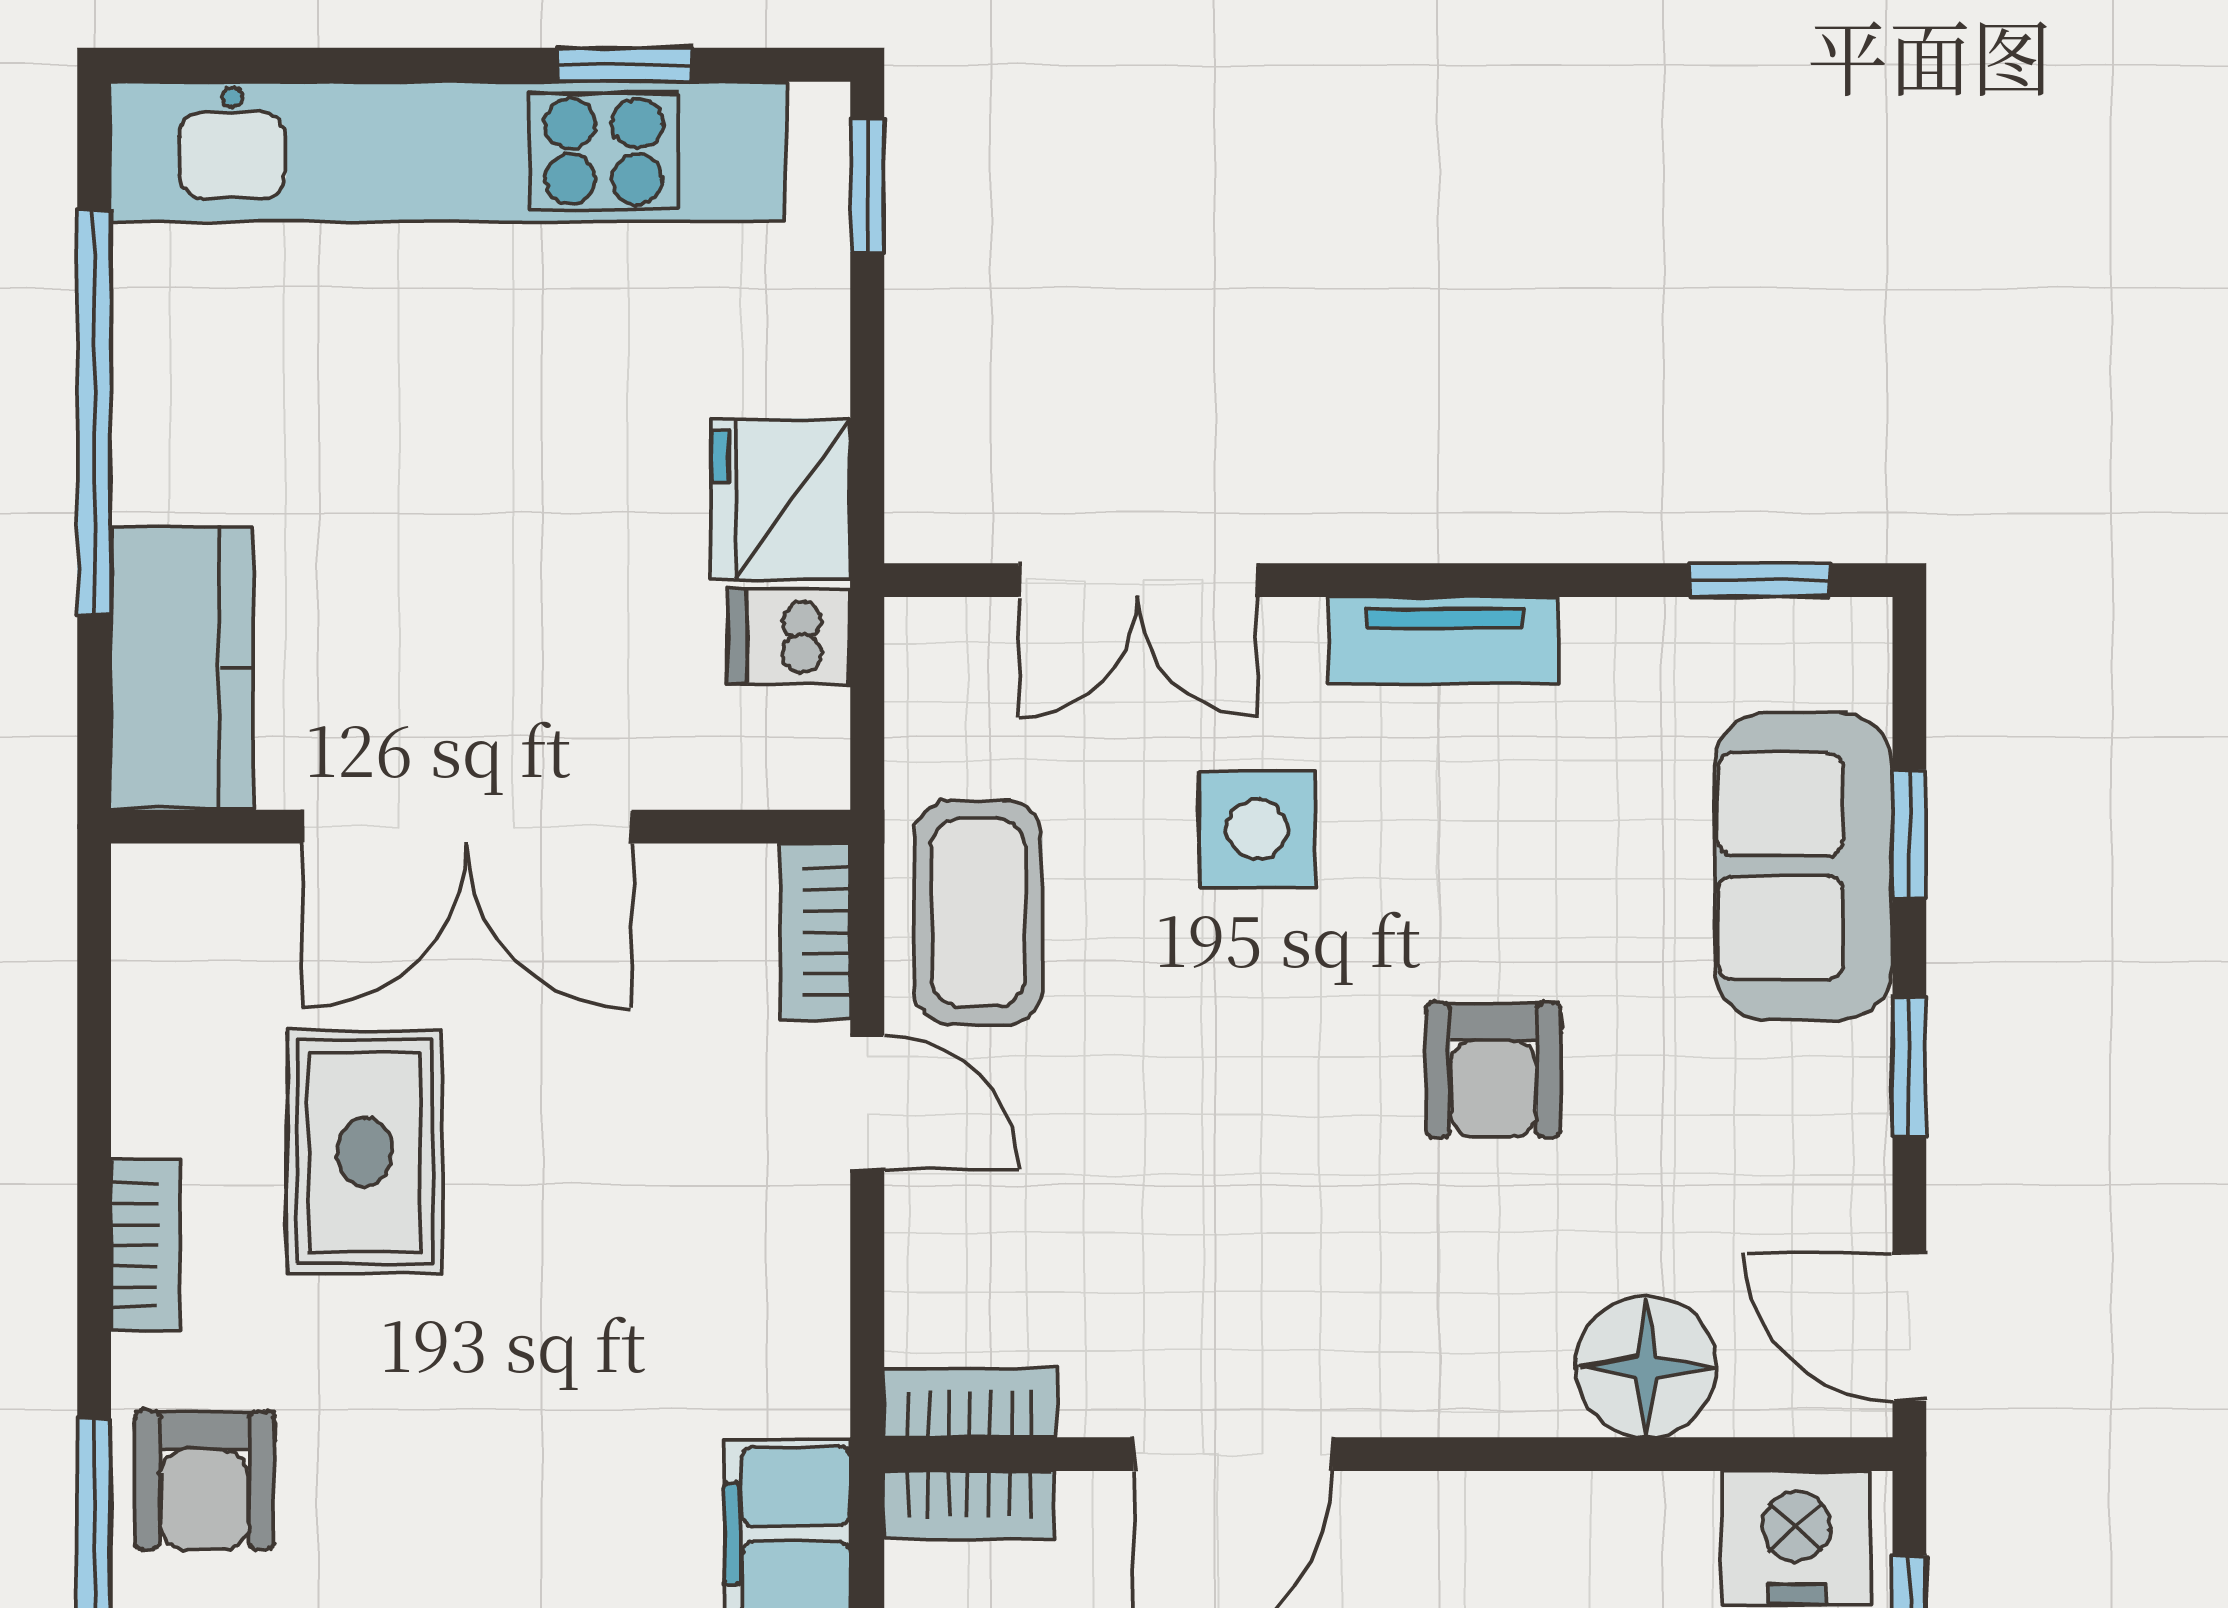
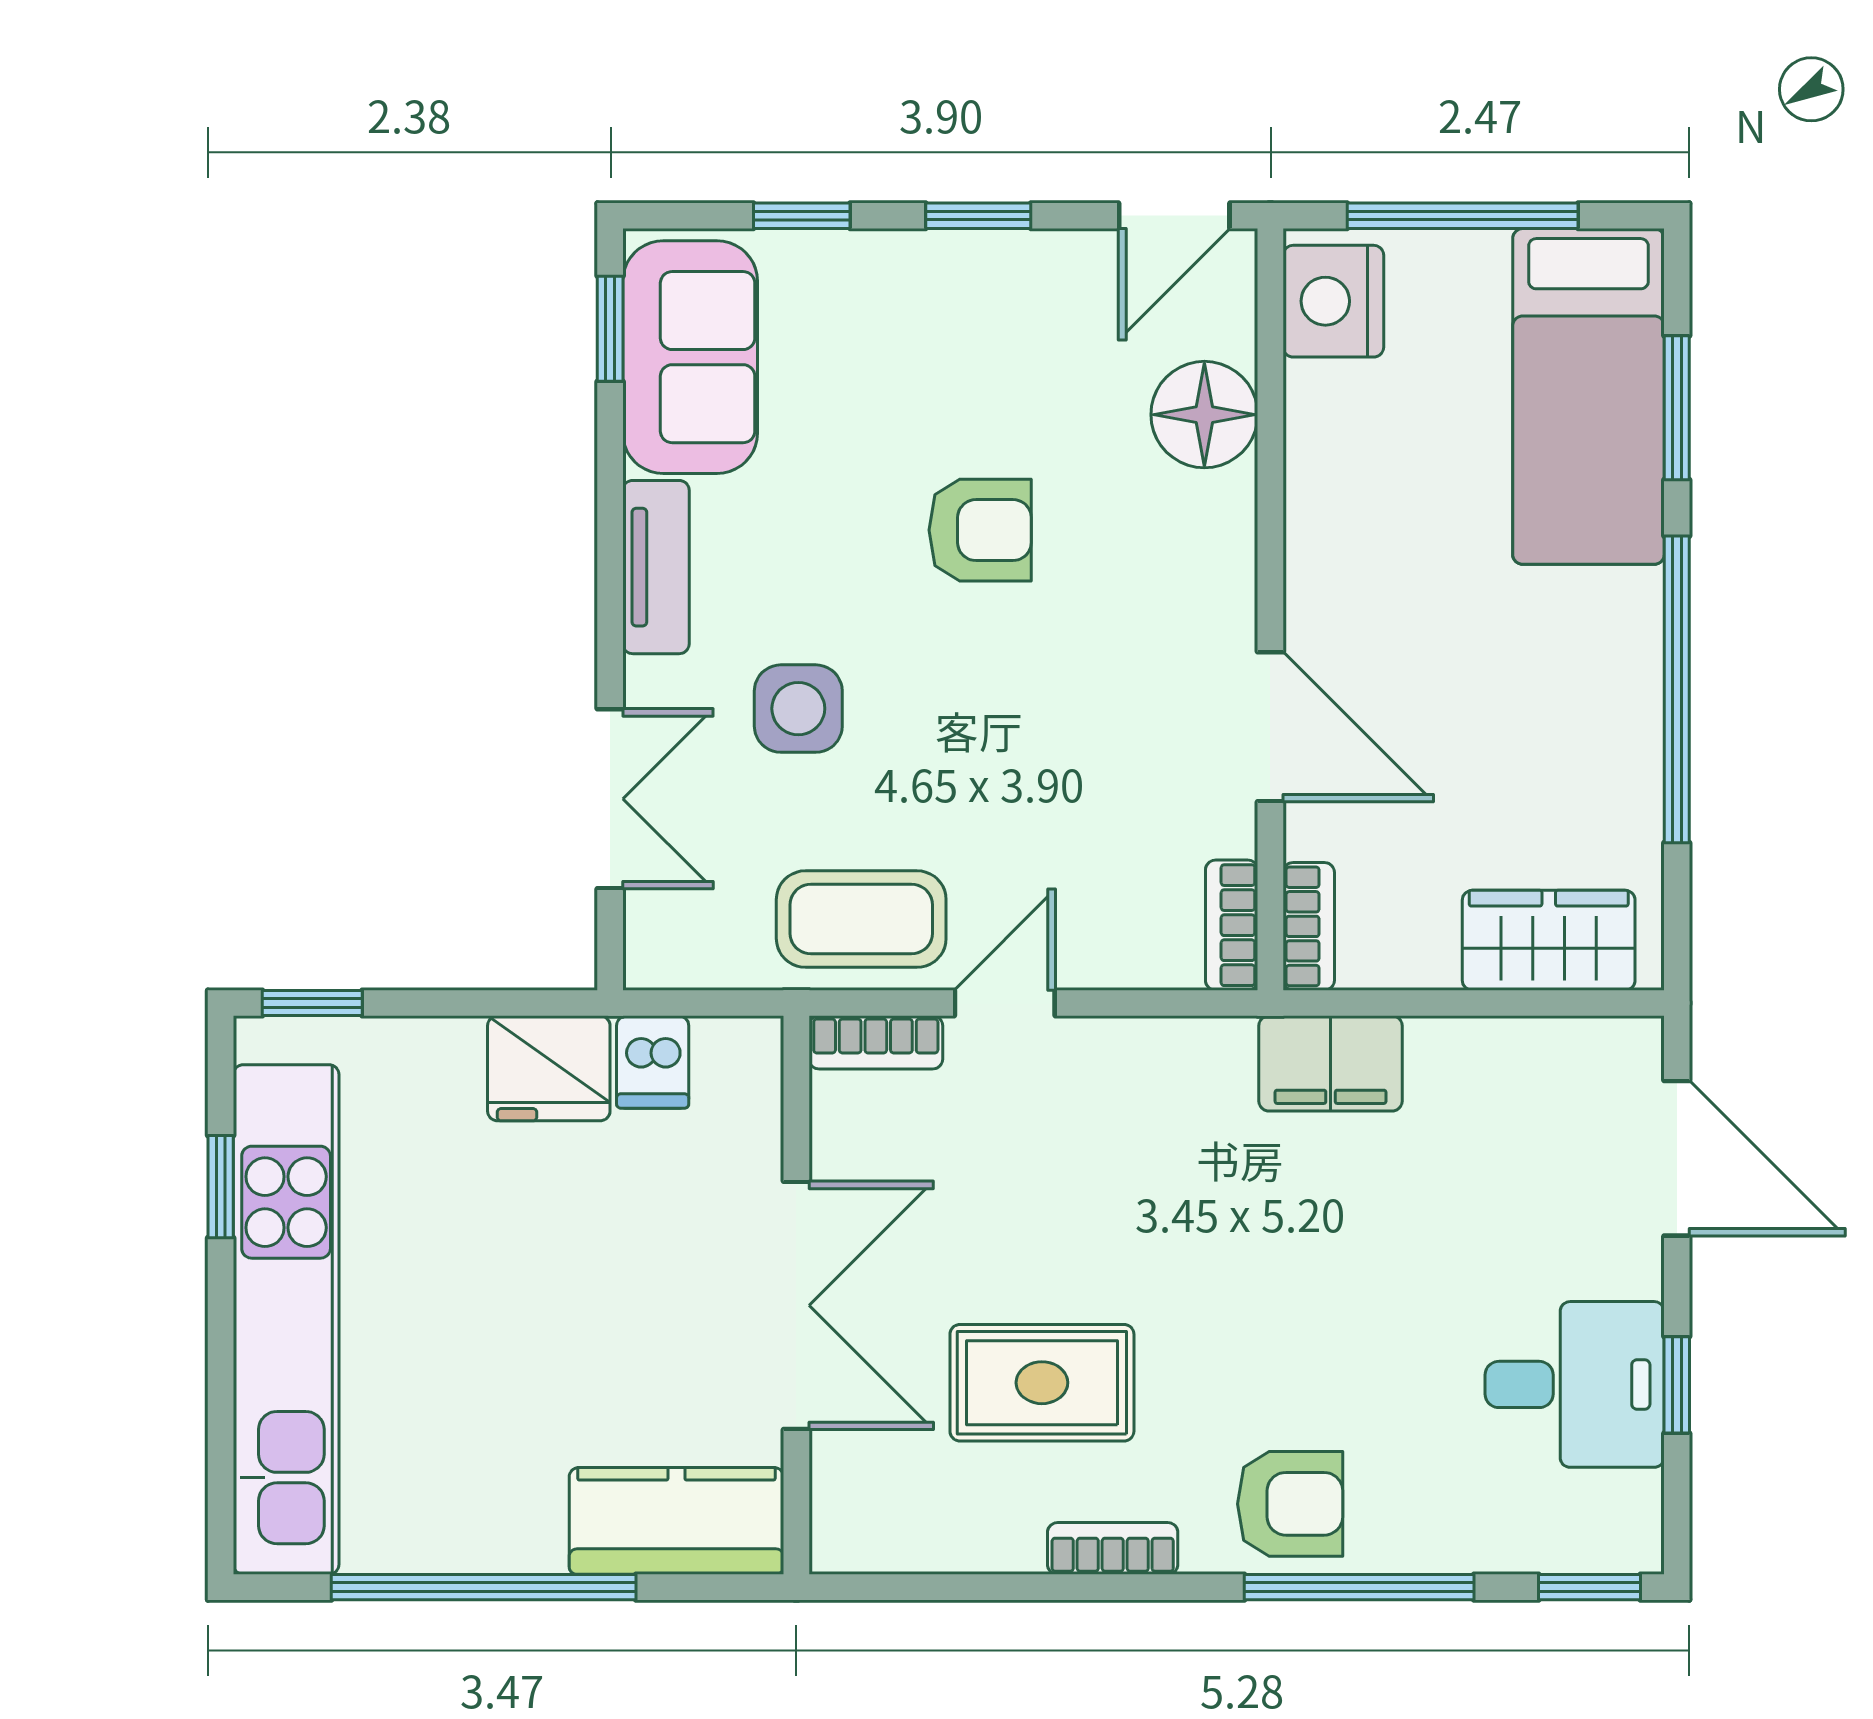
sofa: (1803, 866) -> (690, 357), moved, turned -90

